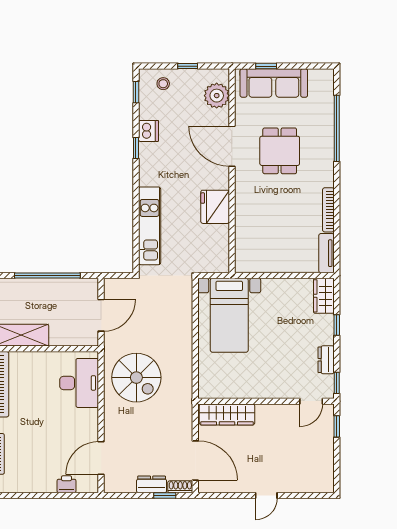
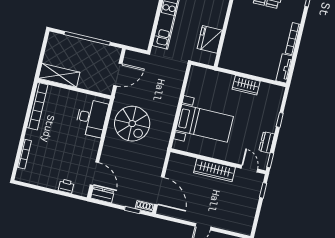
fridge: (215, 207) -> (210, 39), moved
wardrobe: (324, 296) -> (246, 85), moved, turned -90
bed with nightstands: (229, 315) -> (204, 123), moved, turned -90
door: (311, 401) -> (249, 169), swing flipped
wardrobe: (227, 414) -> (214, 170), moved
door: (101, 458) -> (94, 174), swing flipped
dresser: (152, 484) -> (102, 195), moved

